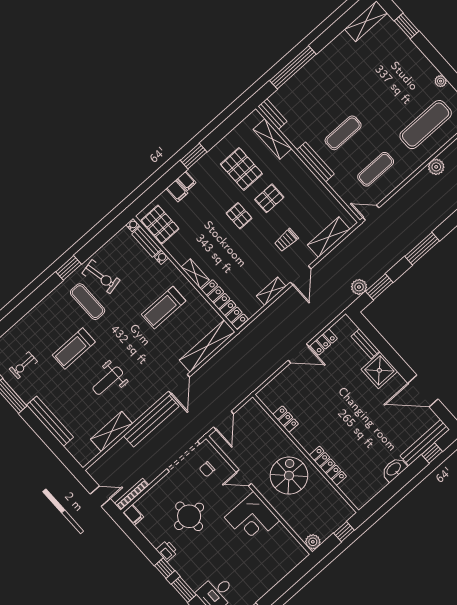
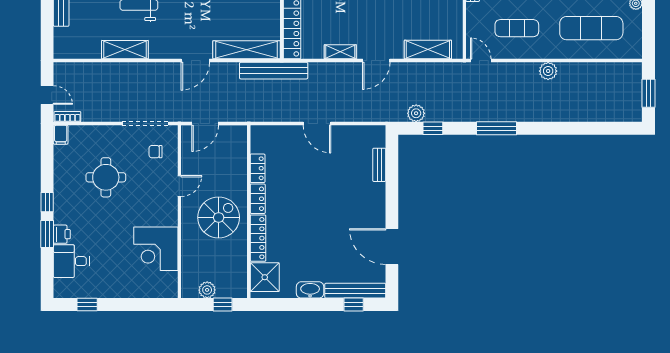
plant: (436, 167) -> (548, 71), moved
trolley: (286, 240) -> (391, 21), removed
window: (379, 287) -> (433, 128), width x0.67
locker: (324, 342) -> (258, 199), moved, turned -90
shower: (379, 370) -> (265, 277), moved
bench: (151, 421) -> (274, 71), moved
shelving: (111, 431) -> (125, 50), moved
door: (244, 478) -> (179, 186), swing flipped
bookcase: (132, 494) -> (67, 117), width x0.64
corner desk: (252, 519) -> (156, 249), moved
plant: (313, 542) -> (207, 290), moved
printer: (167, 551) -> (62, 234), moved

